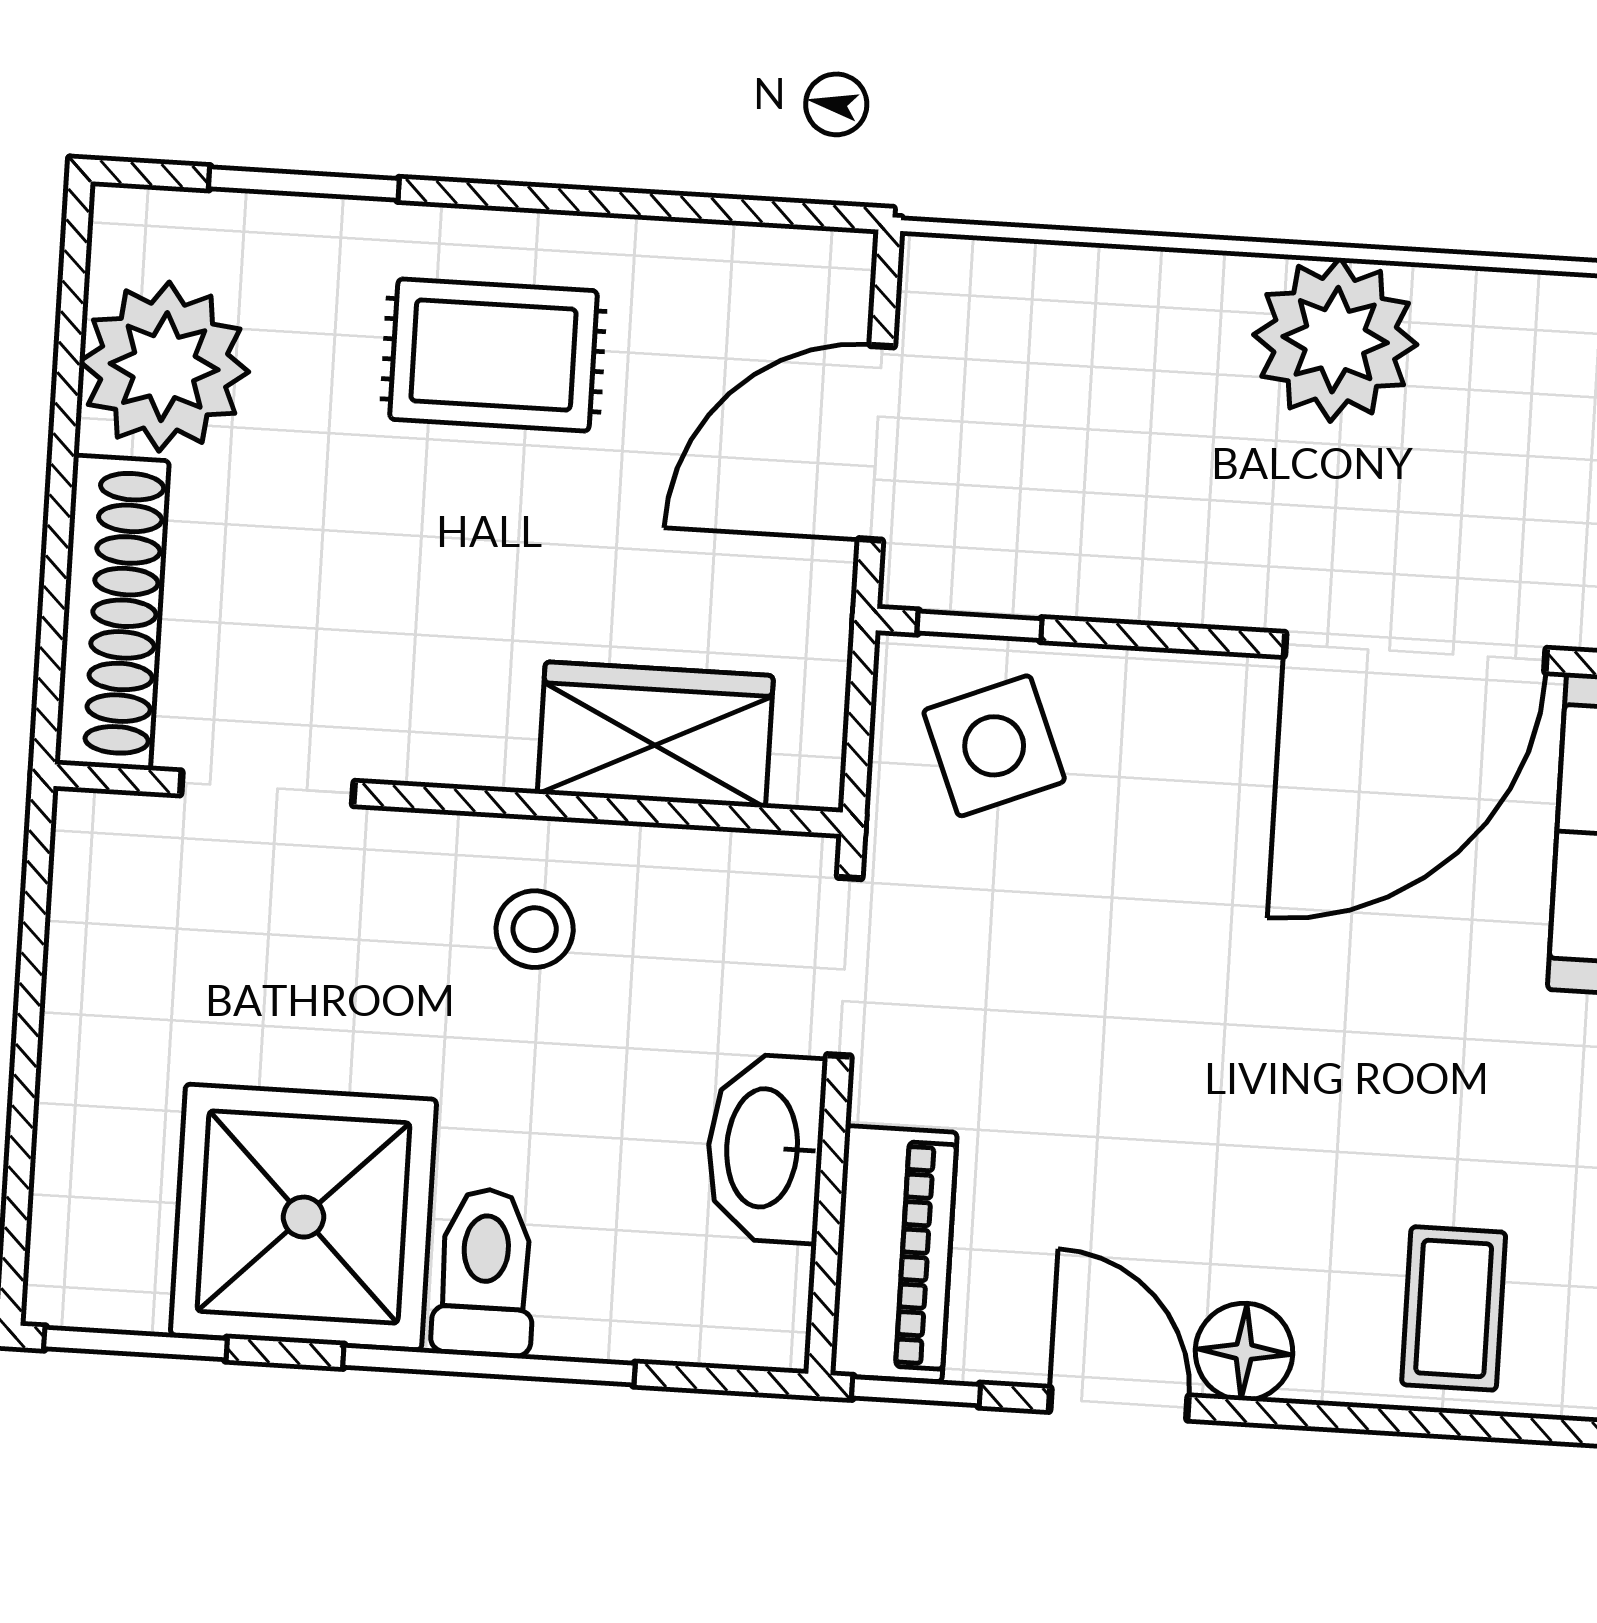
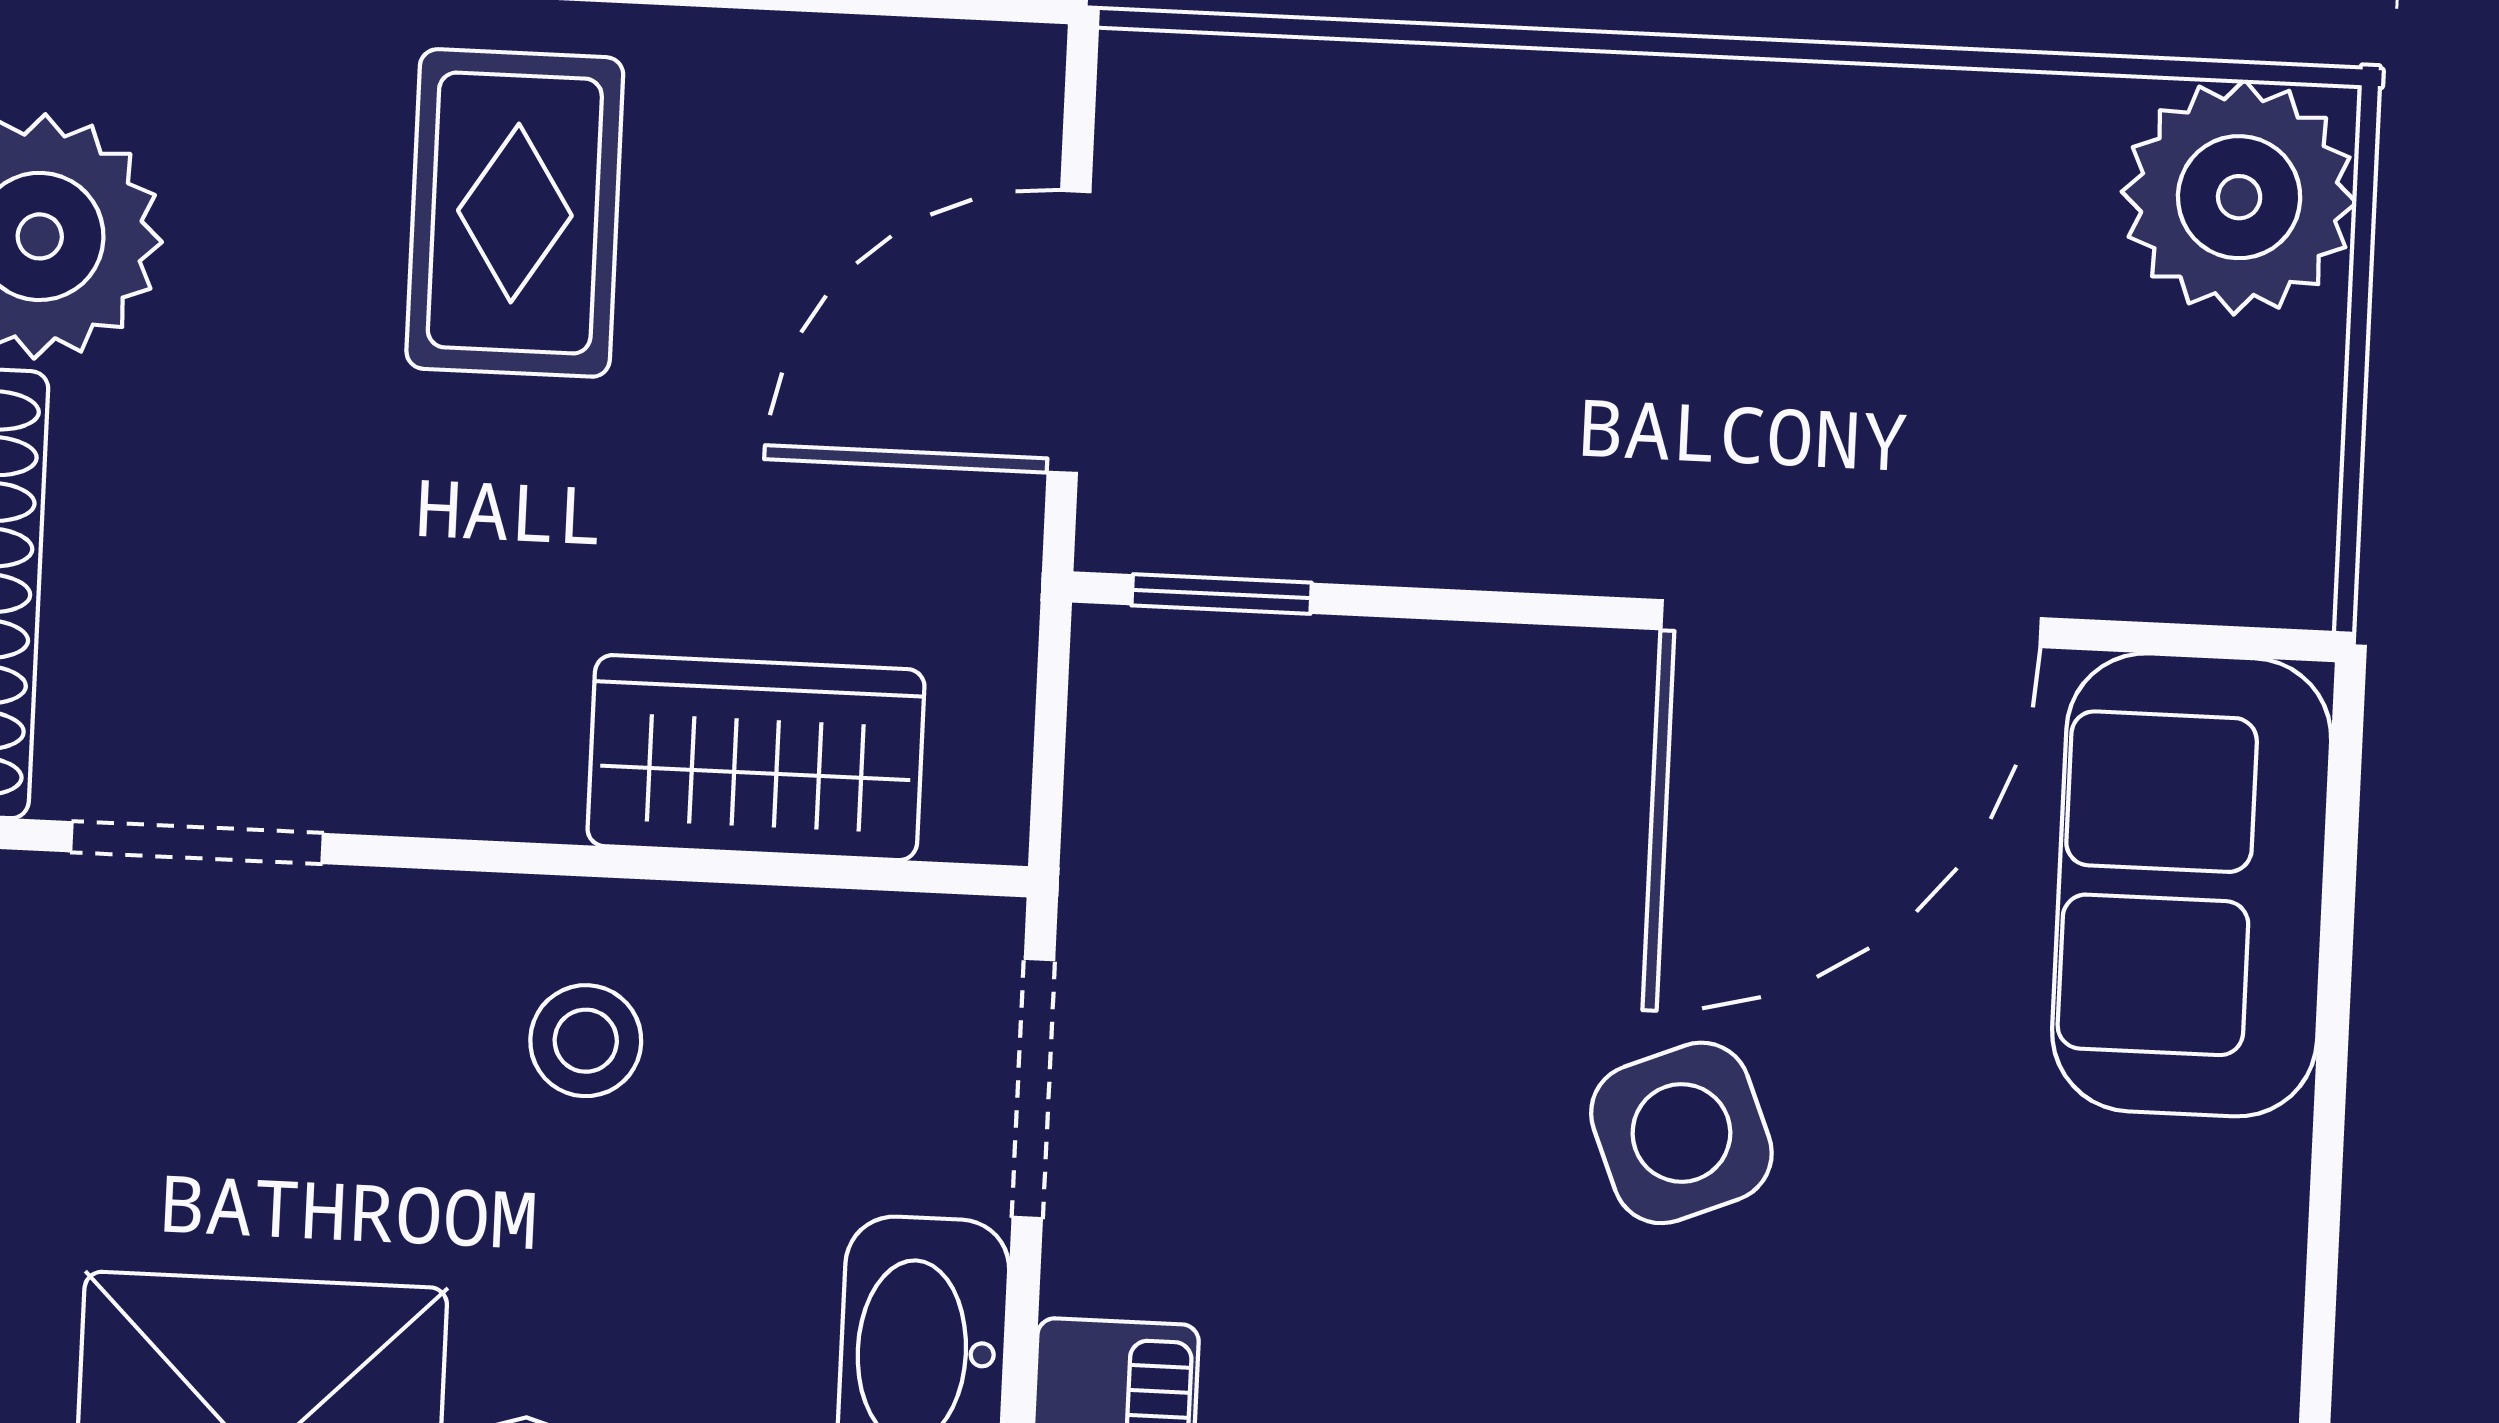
plant: (1335, 340) -> (1729, 174), removed
rug: (493, 355) -> (515, 213), turned 90
side table: (994, 746) -> (1681, 1133), moved

